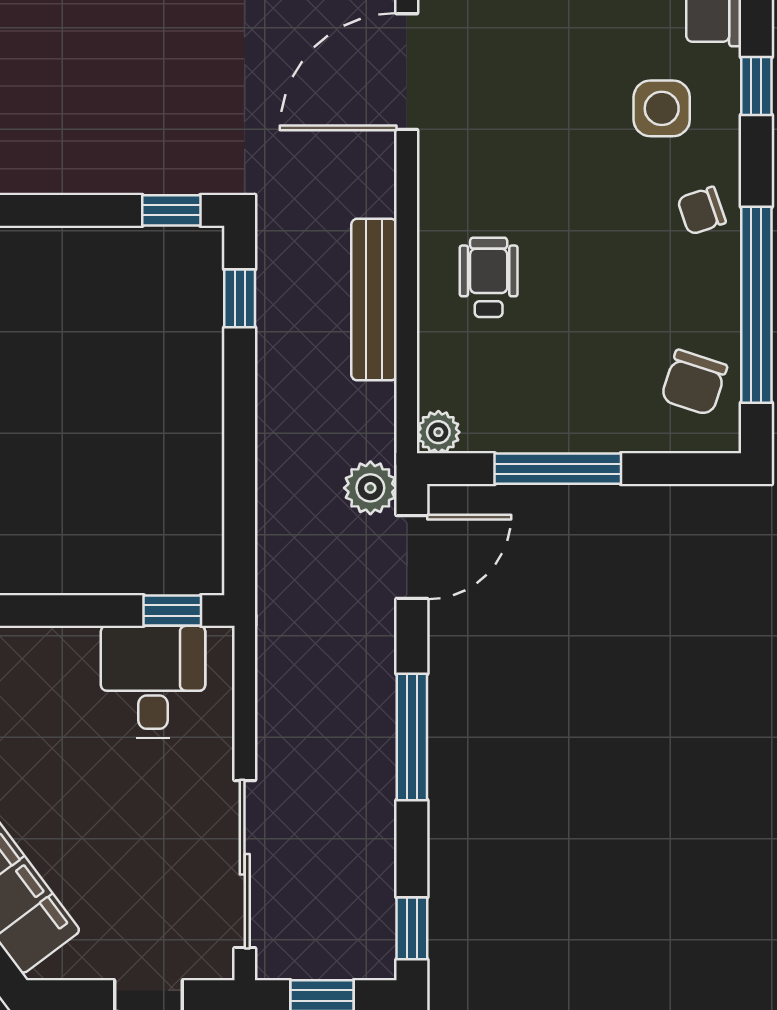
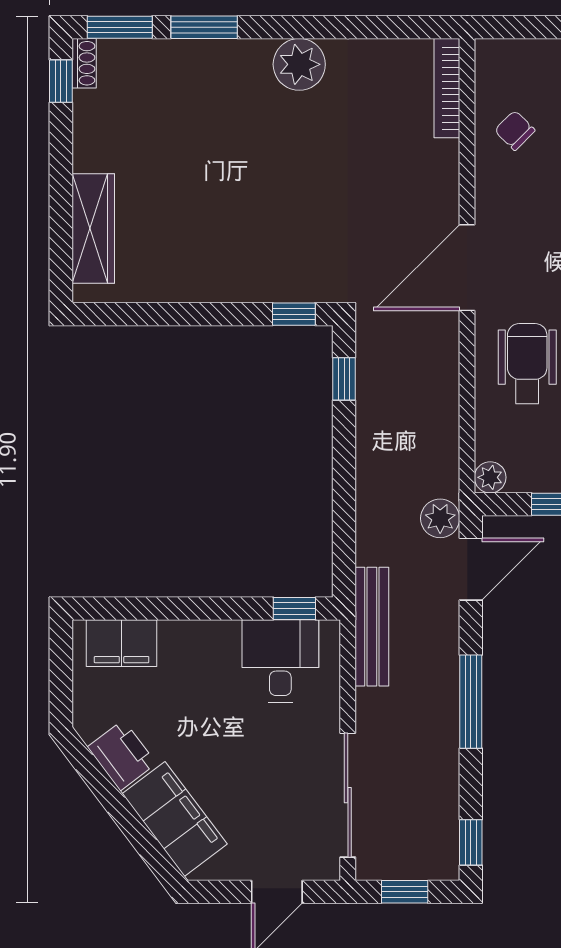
door: (407, 72) -> (467, 268), moved
wheelchair: (489, 277) -> (527, 363), width x1.36, depth x1.37
bench: (374, 300) -> (372, 627), moved

